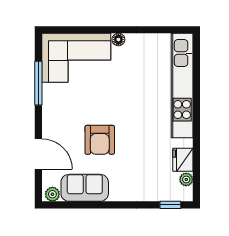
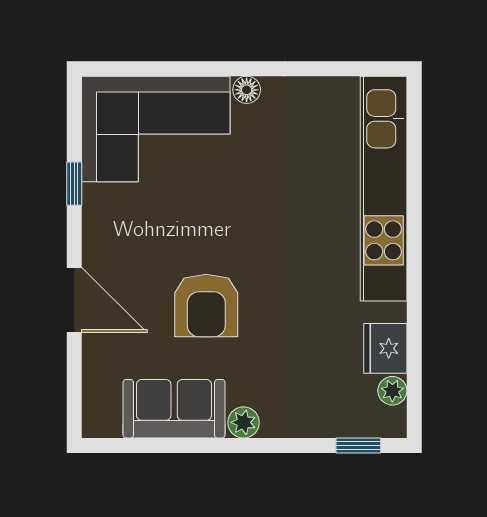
window: (38, 83) -> (74, 184), width x0.46
door: (38, 154) -> (74, 300), moved
plant: (52, 194) -> (244, 422), moved

